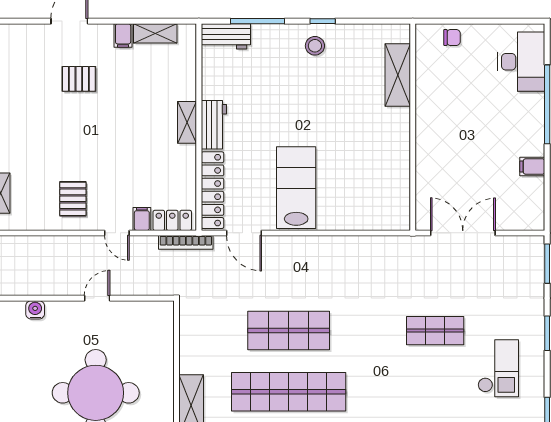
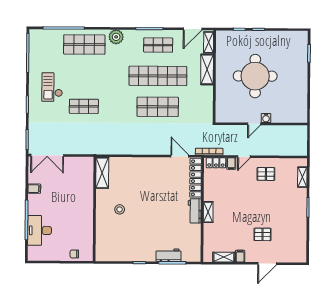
workbench: (226, 36) -> (168, 255), moved
stool: (315, 46) -> (120, 209), moved
desk: (521, 62) -> (40, 230), moved
shelving: (398, 75) -> (102, 173), moved
lab bench: (296, 188) -> (153, 179), removed
pallet: (73, 199) -> (266, 174), turned 90
door: (117, 233) -> (244, 157), swing flipped
double door: (463, 233) -> (47, 155), moved
water cooler: (35, 310) -> (266, 118), moved

